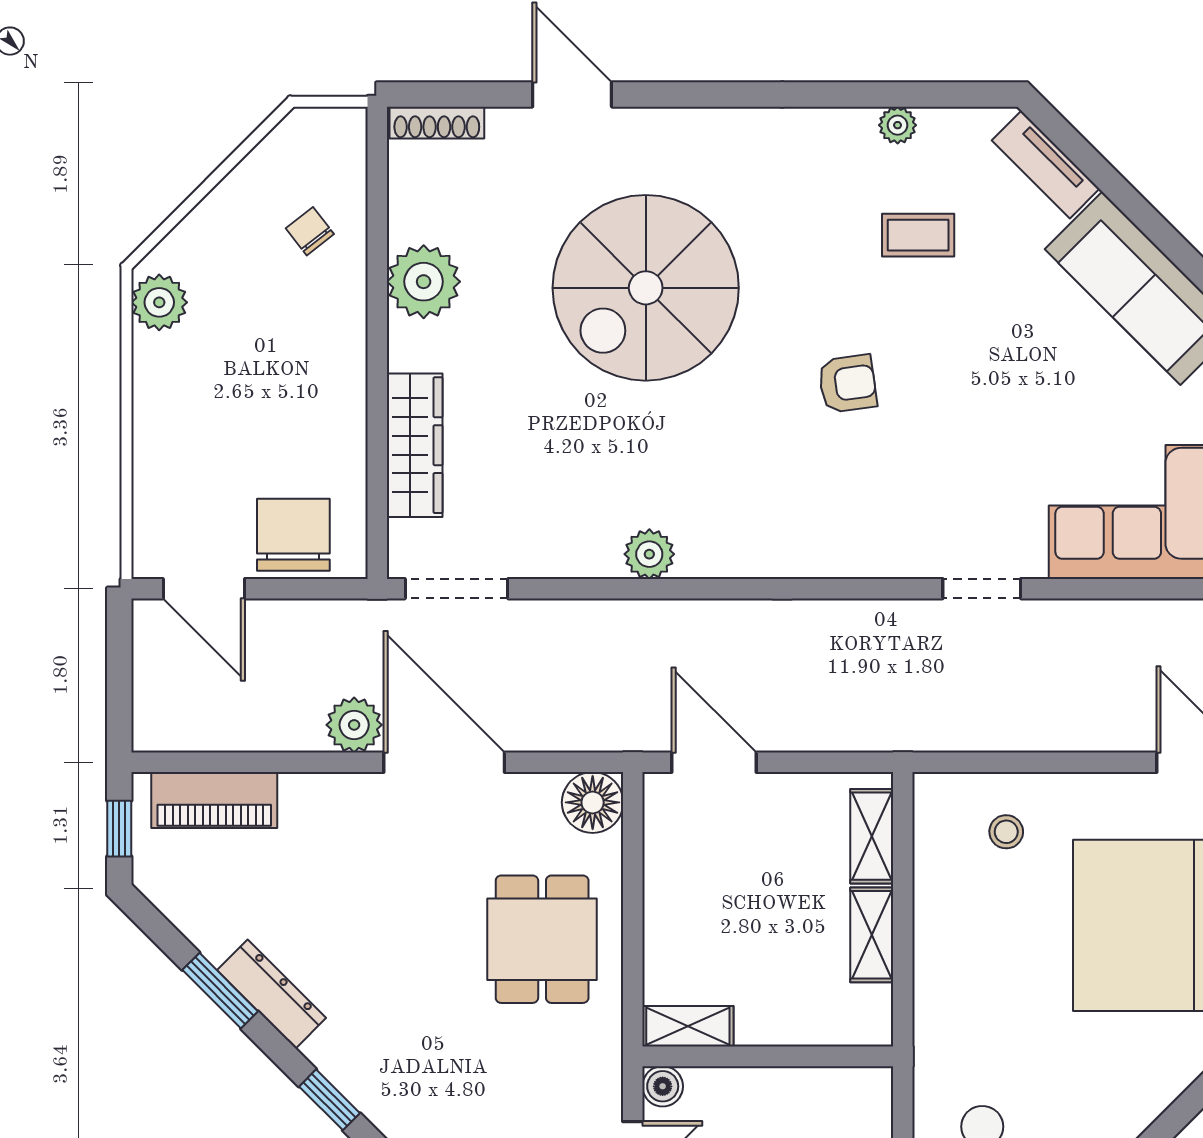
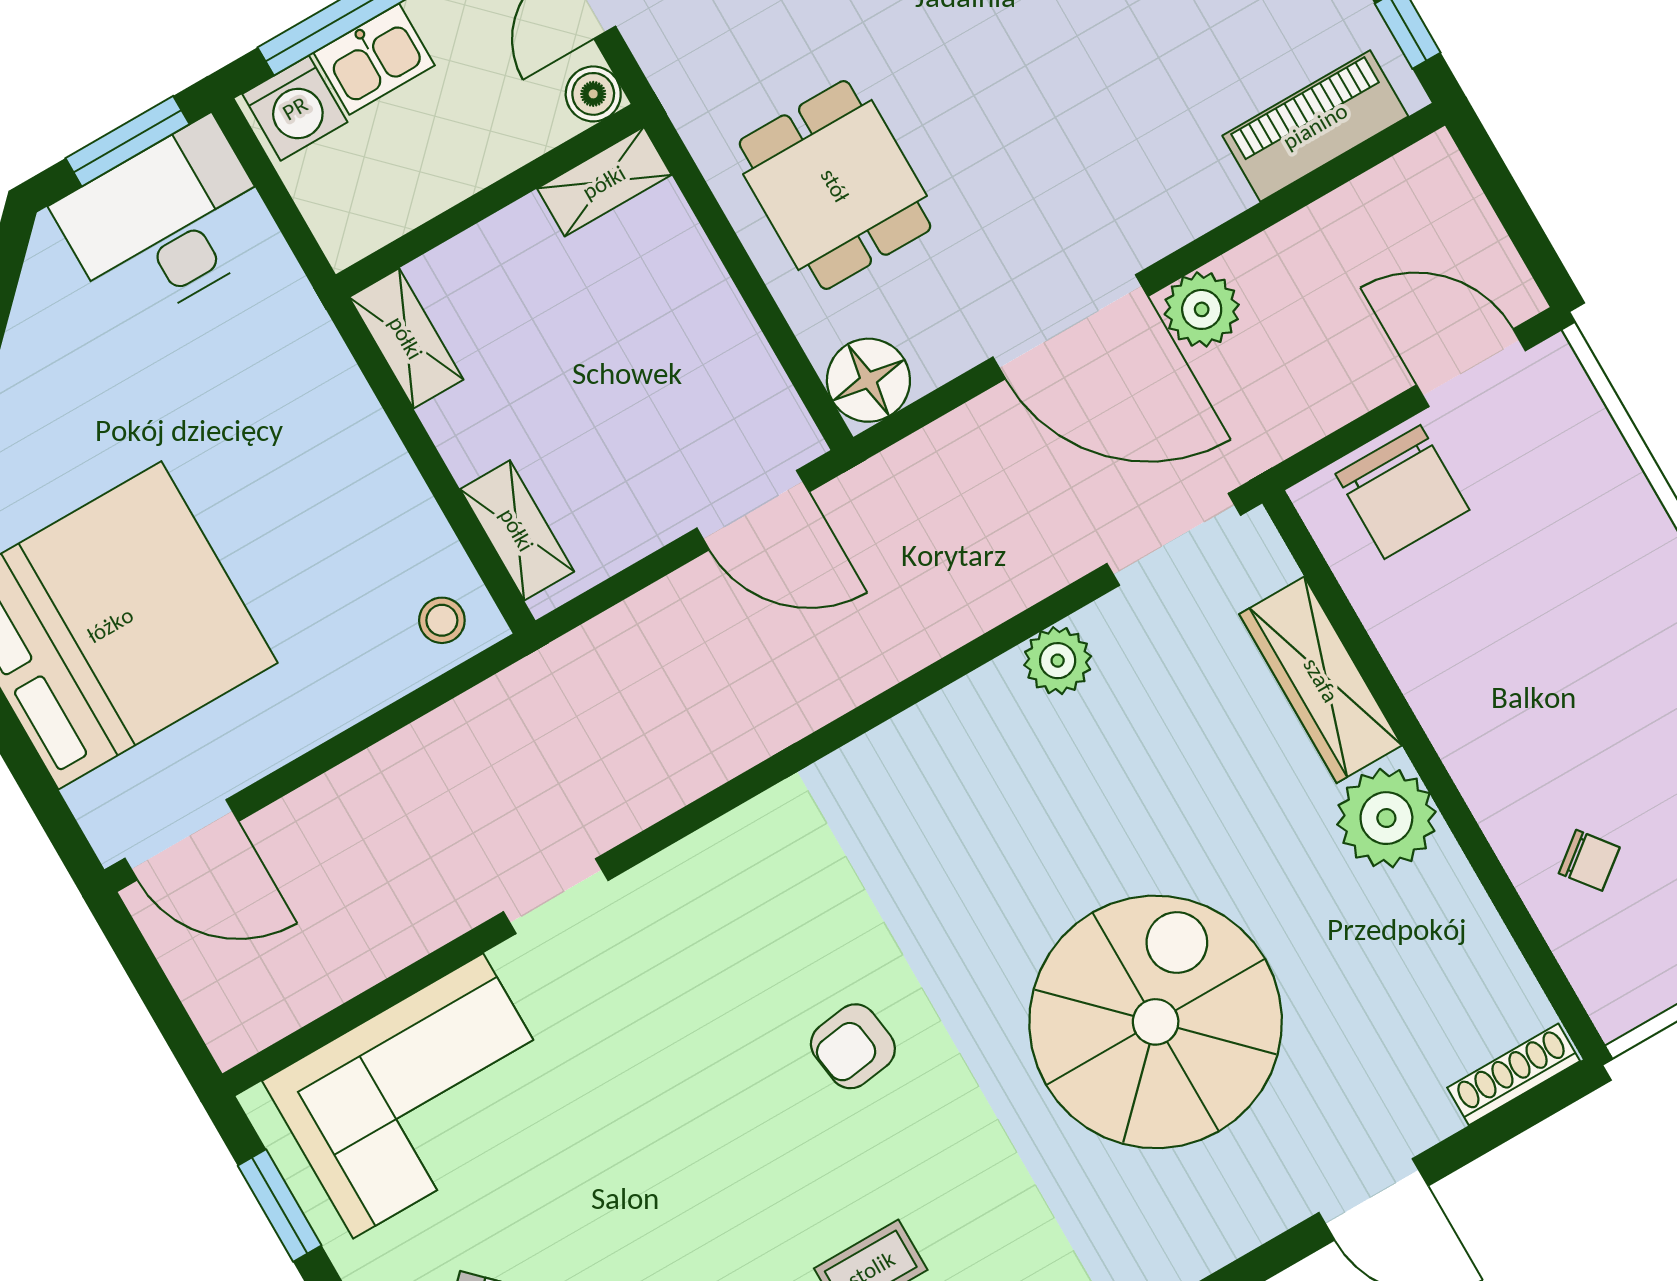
plant: (424, 282) -> (1386, 818), moved
plant: (649, 554) -> (1058, 661), moved
stool: (1006, 832) -> (442, 620), moved
shelving: (872, 935) -> (406, 338), moved

